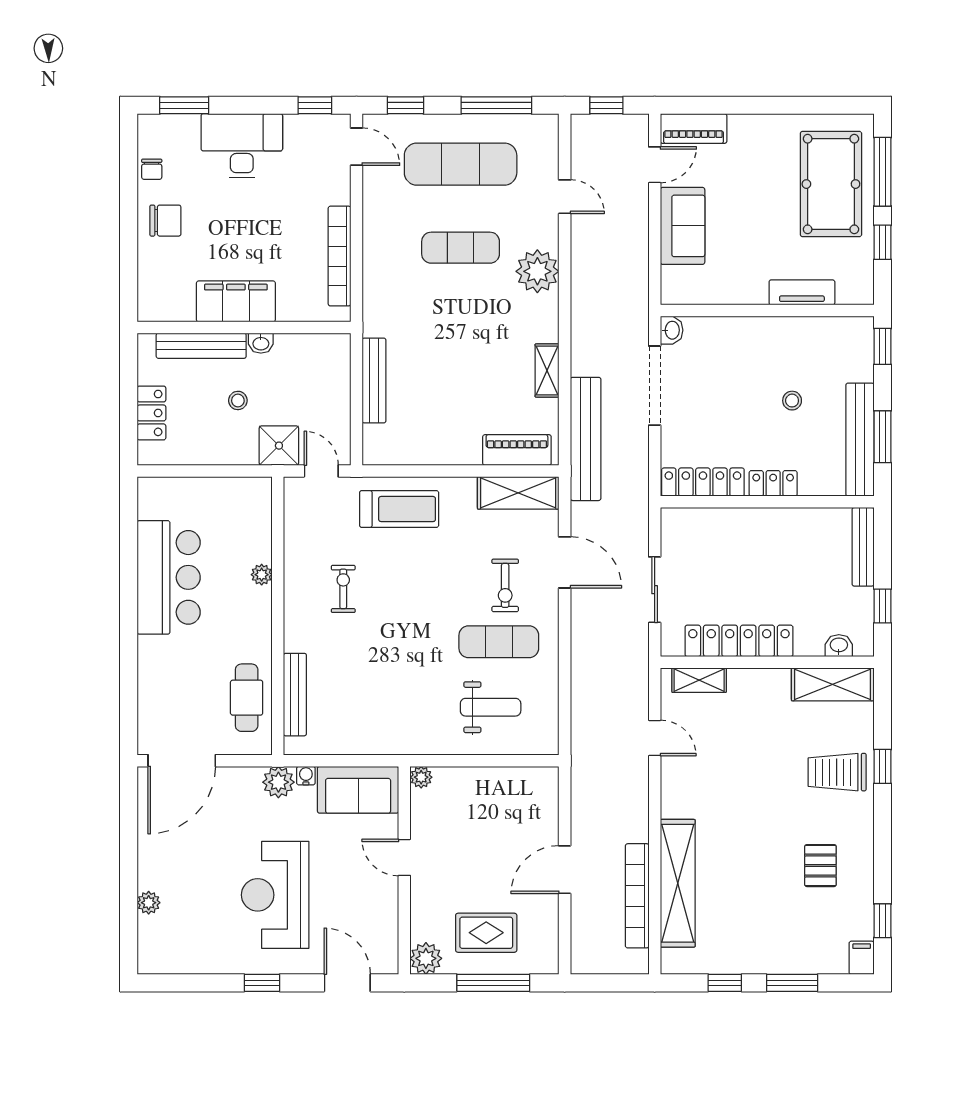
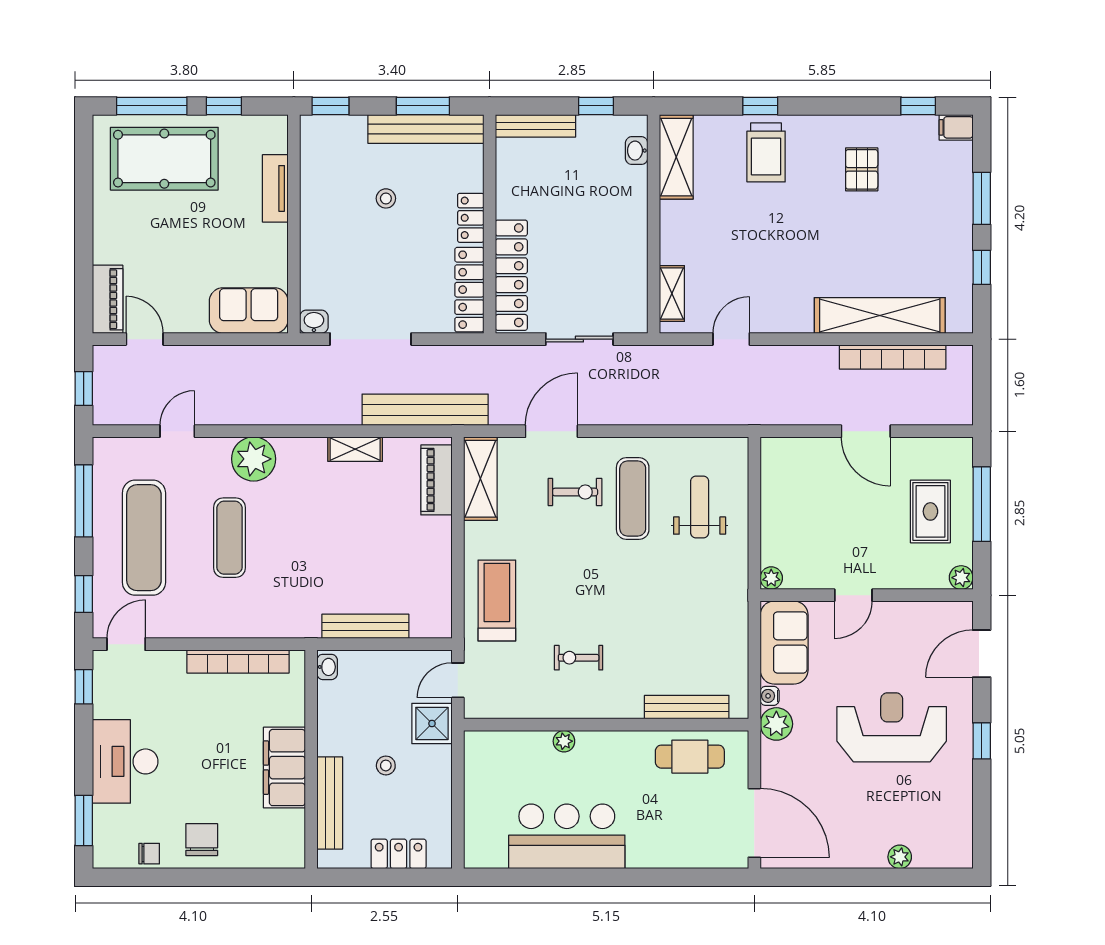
sofa: (683, 226) -> (249, 311), moved
washbasin: (261, 343) -> (327, 667), moved
locker: (739, 641) -> (511, 275), moved, turned 180
pallet: (820, 866) -> (862, 169), turned 90
reception desk: (275, 895) -> (892, 727), turned 180
plant: (426, 958) -> (961, 578), width x0.73, depth x0.73

